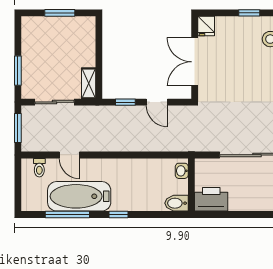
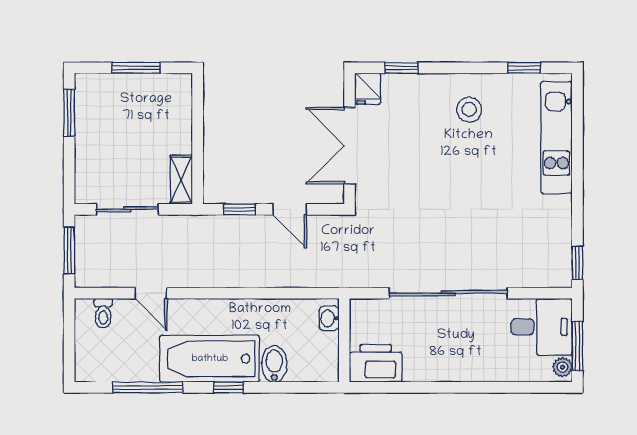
window: (249, 13) -> (401, 68), moved
window: (18, 71) -> (69, 113), moved
bathtub: (79, 196) -> (210, 359), moved
bidet: (176, 203) -> (274, 364), moved, turned 90

